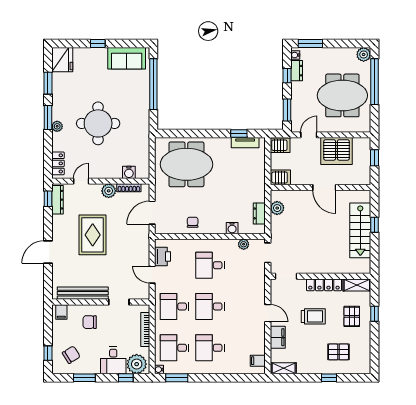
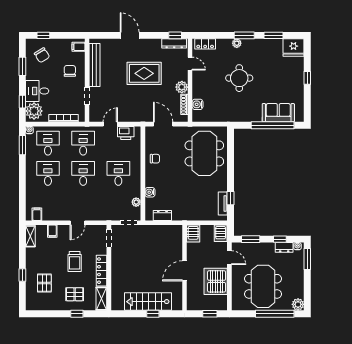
sofa: (127, 58) -> (278, 113), moved, turned 90
round table: (98, 123) -> (239, 78), width x0.73, depth x0.73
plant: (277, 208) -> (167, 231), removed
filing cabinet: (278, 337) -> (52, 231), width x0.50

